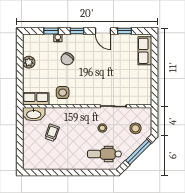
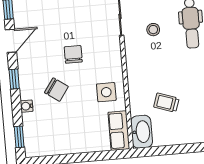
window: (51, 31) -> (19, 137), moved
plant: (29, 62) -> (66, 146), removed
chair: (90, 72) -> (73, 54), added

